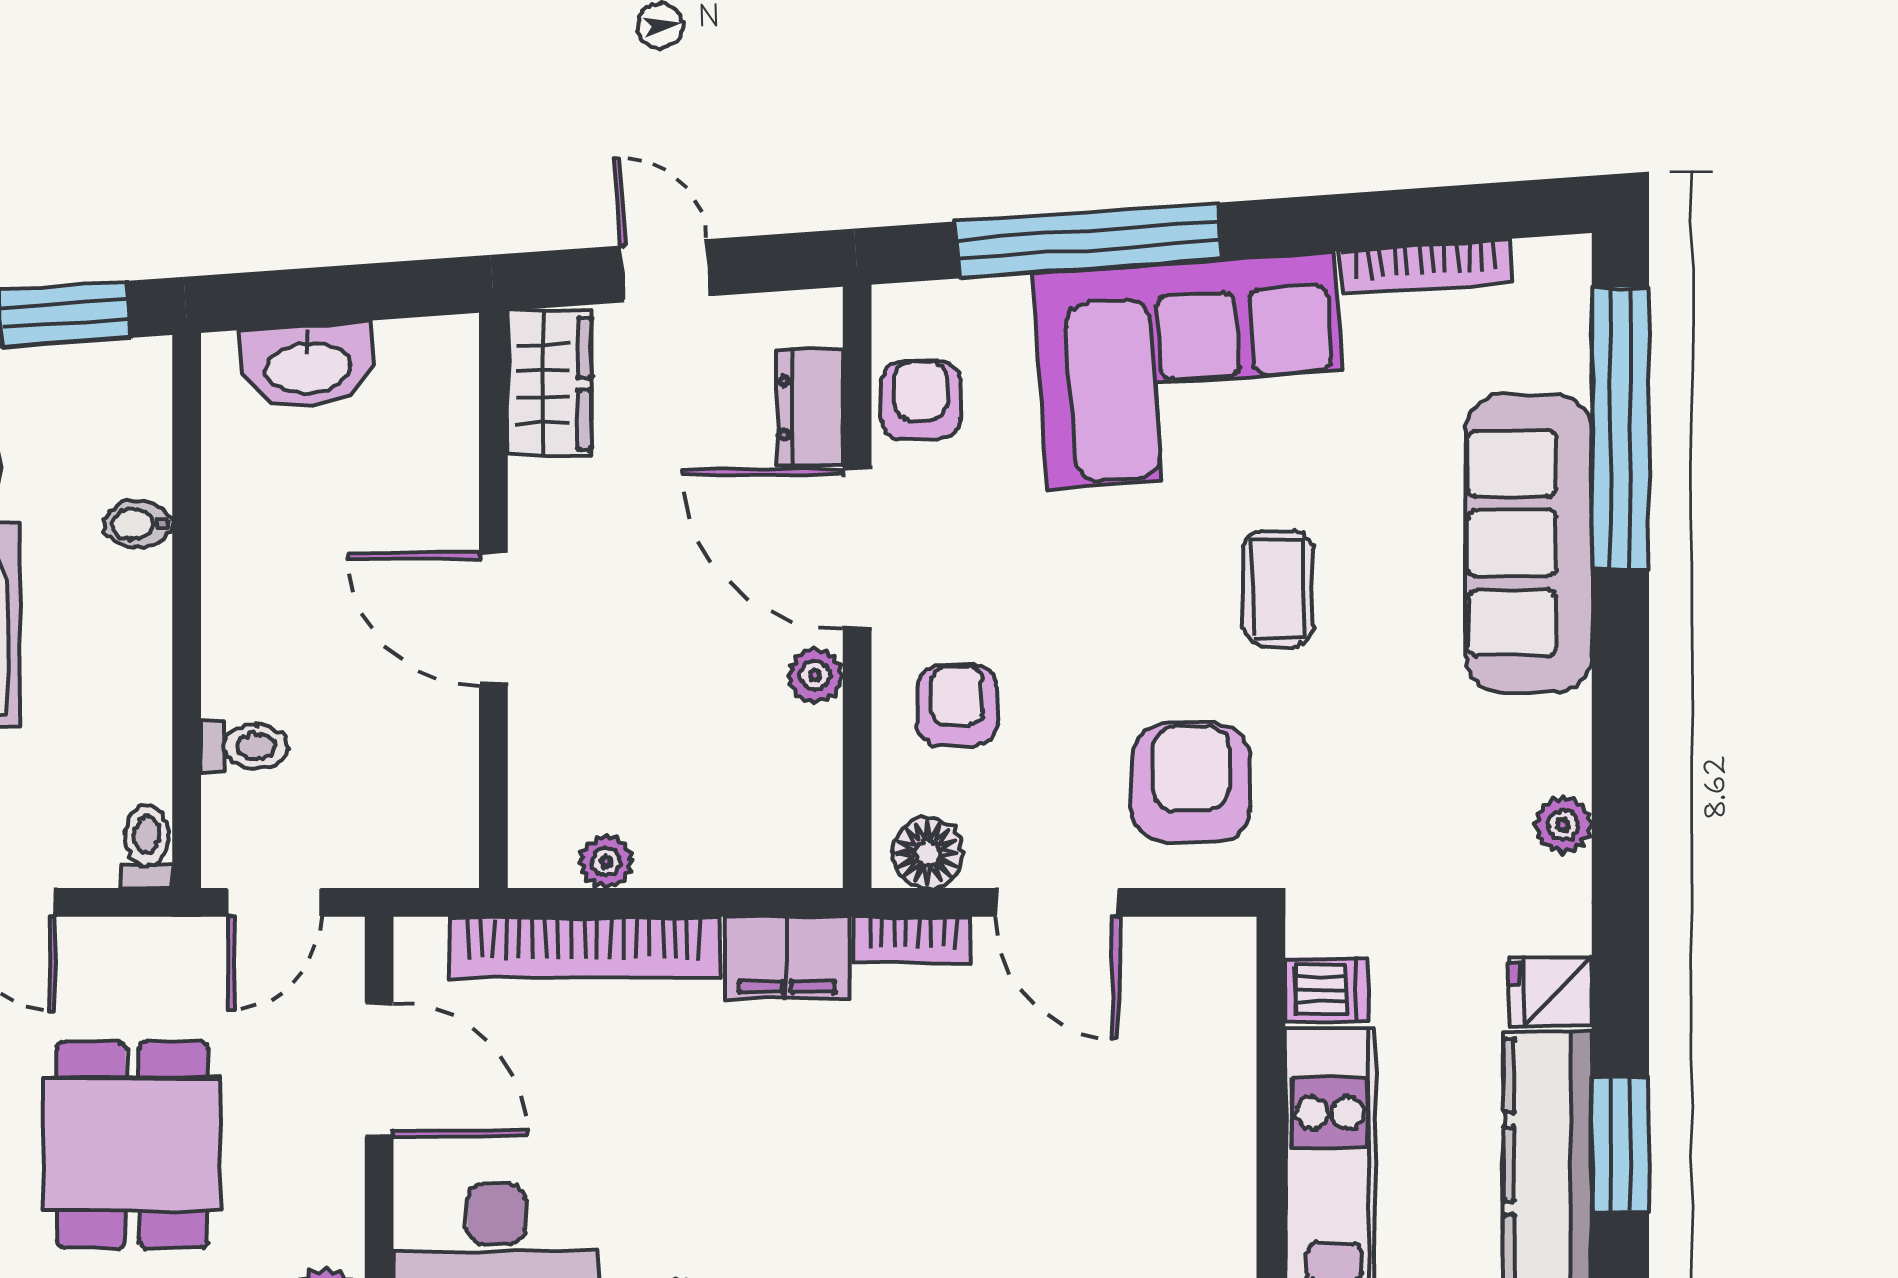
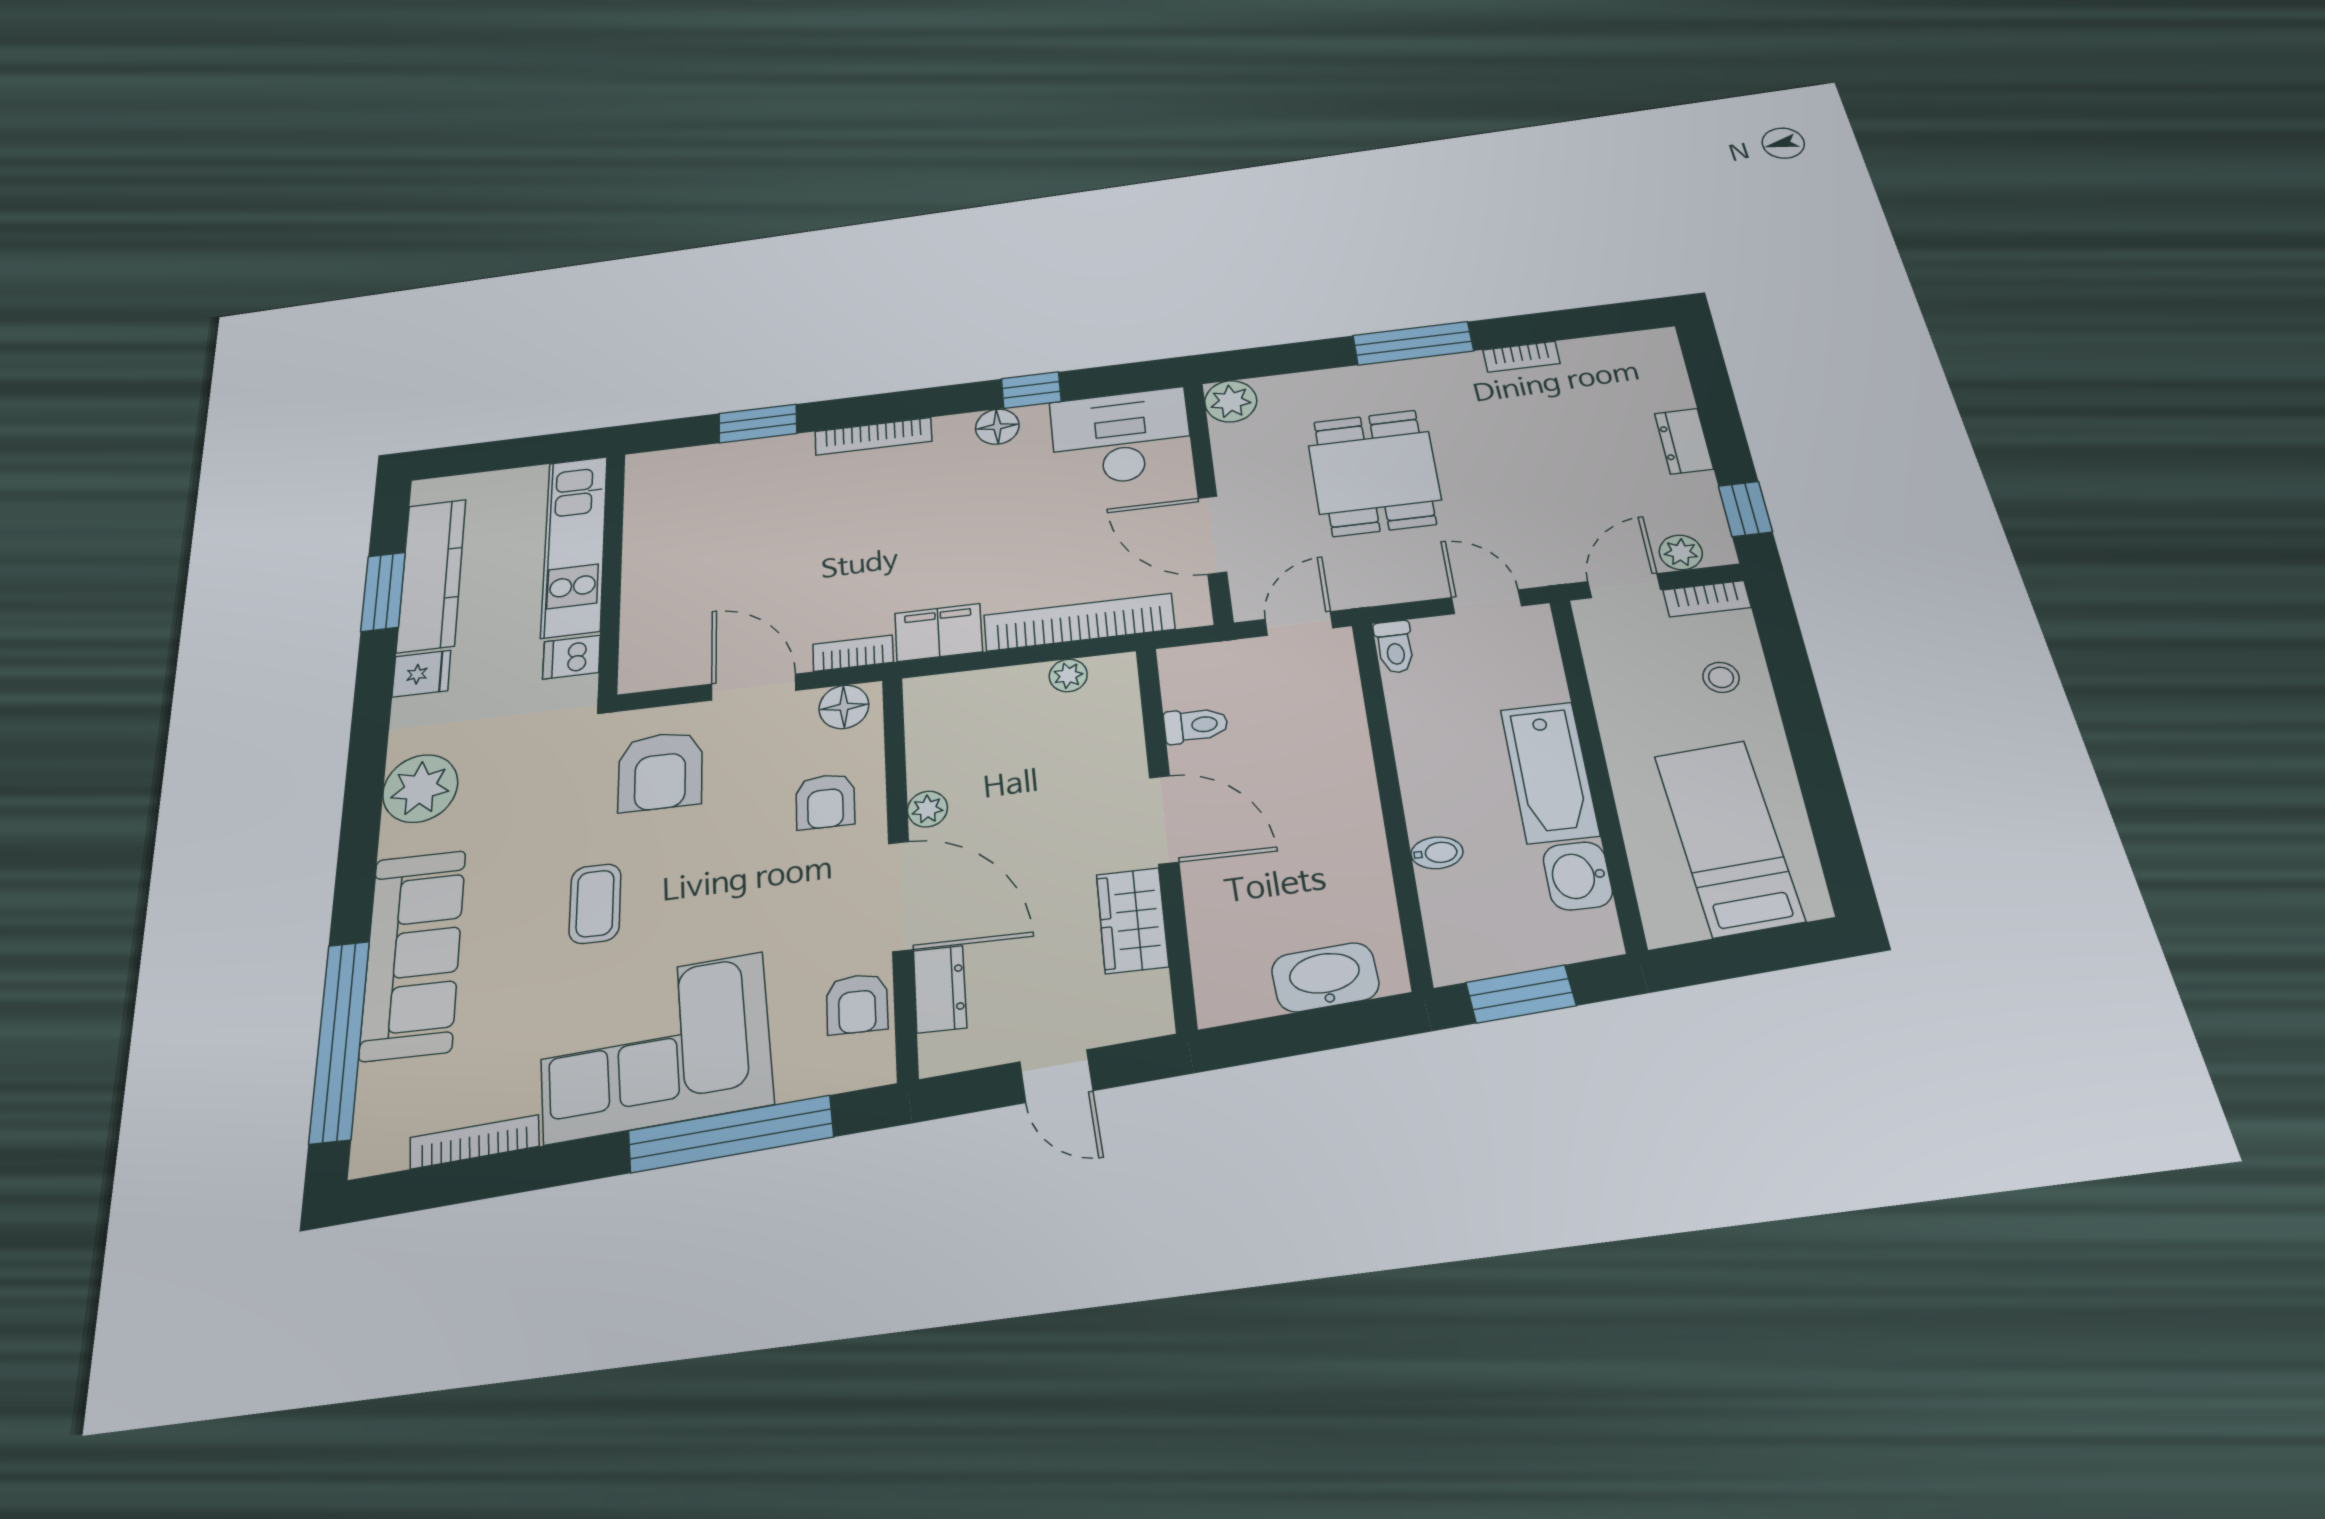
wardrobe: (549, 384) -> (1132, 920), moved
toilet: (244, 747) -> (1196, 725), moved, turned 180
plant: (1563, 825) -> (420, 788), width x1.87, depth x1.87

